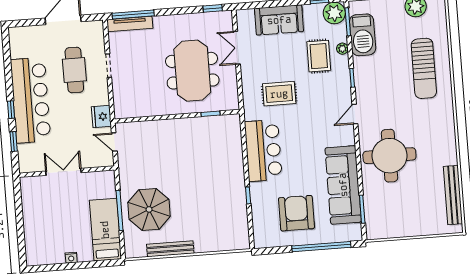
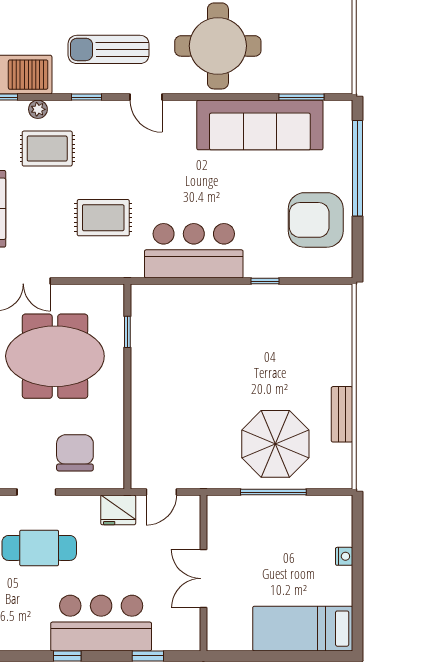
chair: (134, 87) -> (75, 453), added
sun lounger: (382, 89) -> (108, 49), added
rug: (279, 94) -> (103, 218), turned 90
bar counter: (31, 100) -> (101, 623), width x0.73
window: (11, 110) -> (67, 656), moved
armchair: (296, 213) -> (316, 220), moved
bed: (105, 230) -> (303, 629), moved
bench: (170, 249) -> (342, 414), width x0.73
nightstand: (71, 258) -> (344, 556), moved

